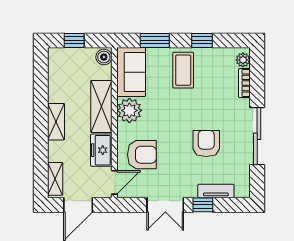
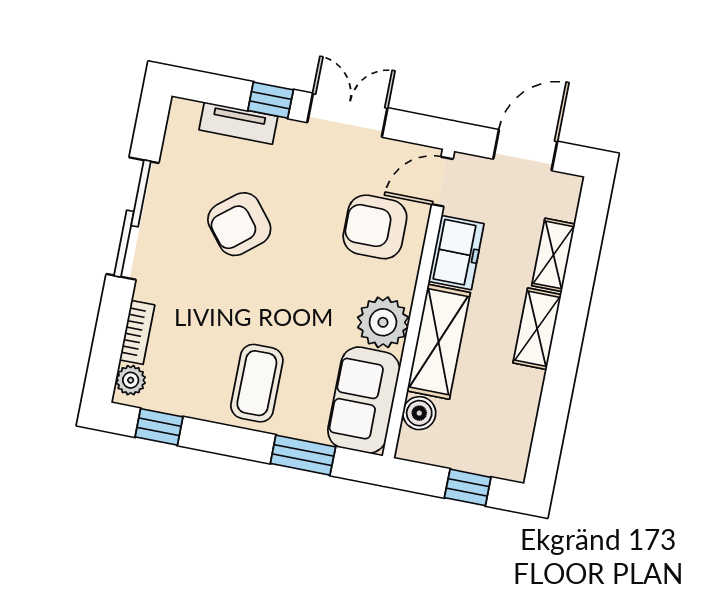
window: (202, 40) -> (159, 427), moved
boiler: (104, 57) -> (419, 413), moved
armchair: (206, 143) -> (239, 224), turned 51
shelving: (55, 179) -> (553, 255), moved

